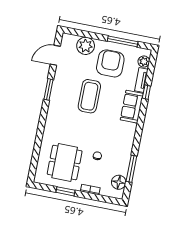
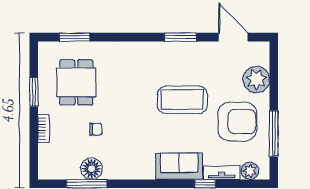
window: (35, 158) -> (75, 37), added
dining table: (65, 163) -> (76, 82), width x0.73
floor lamp: (119, 182) -> (92, 169), moved

